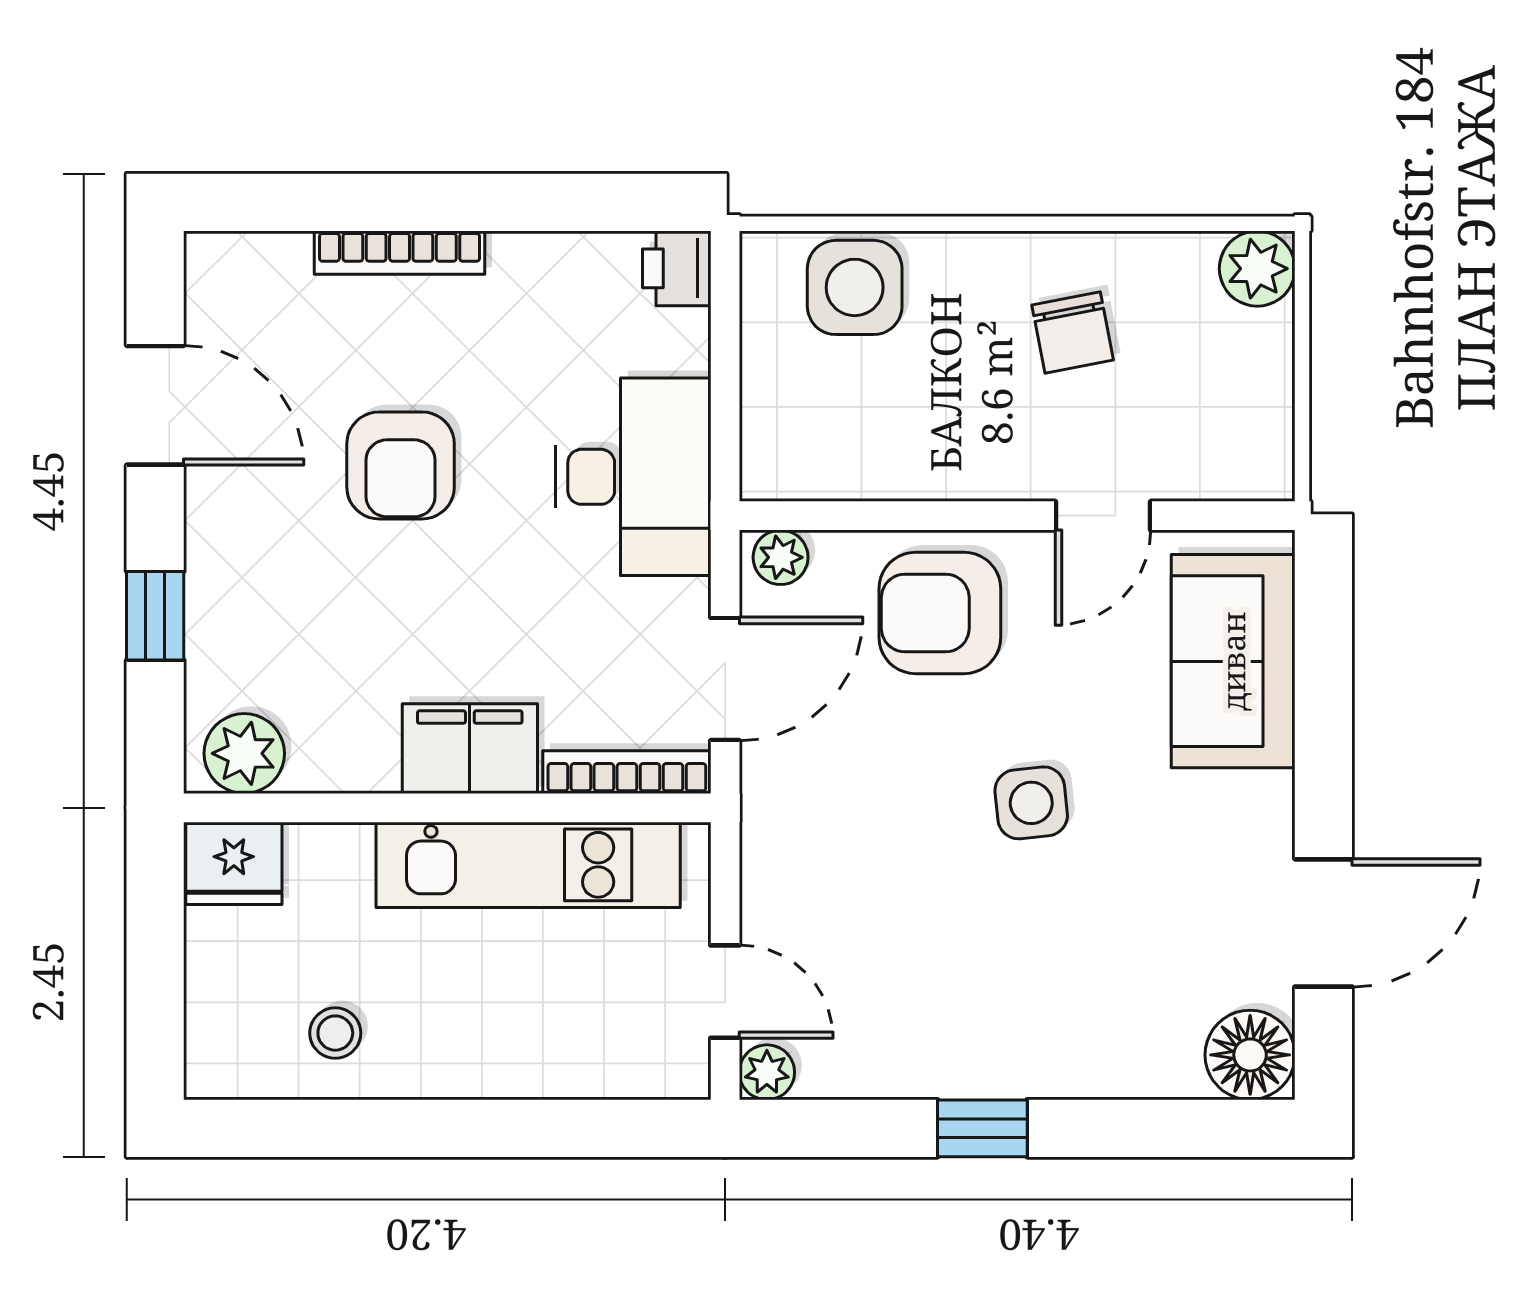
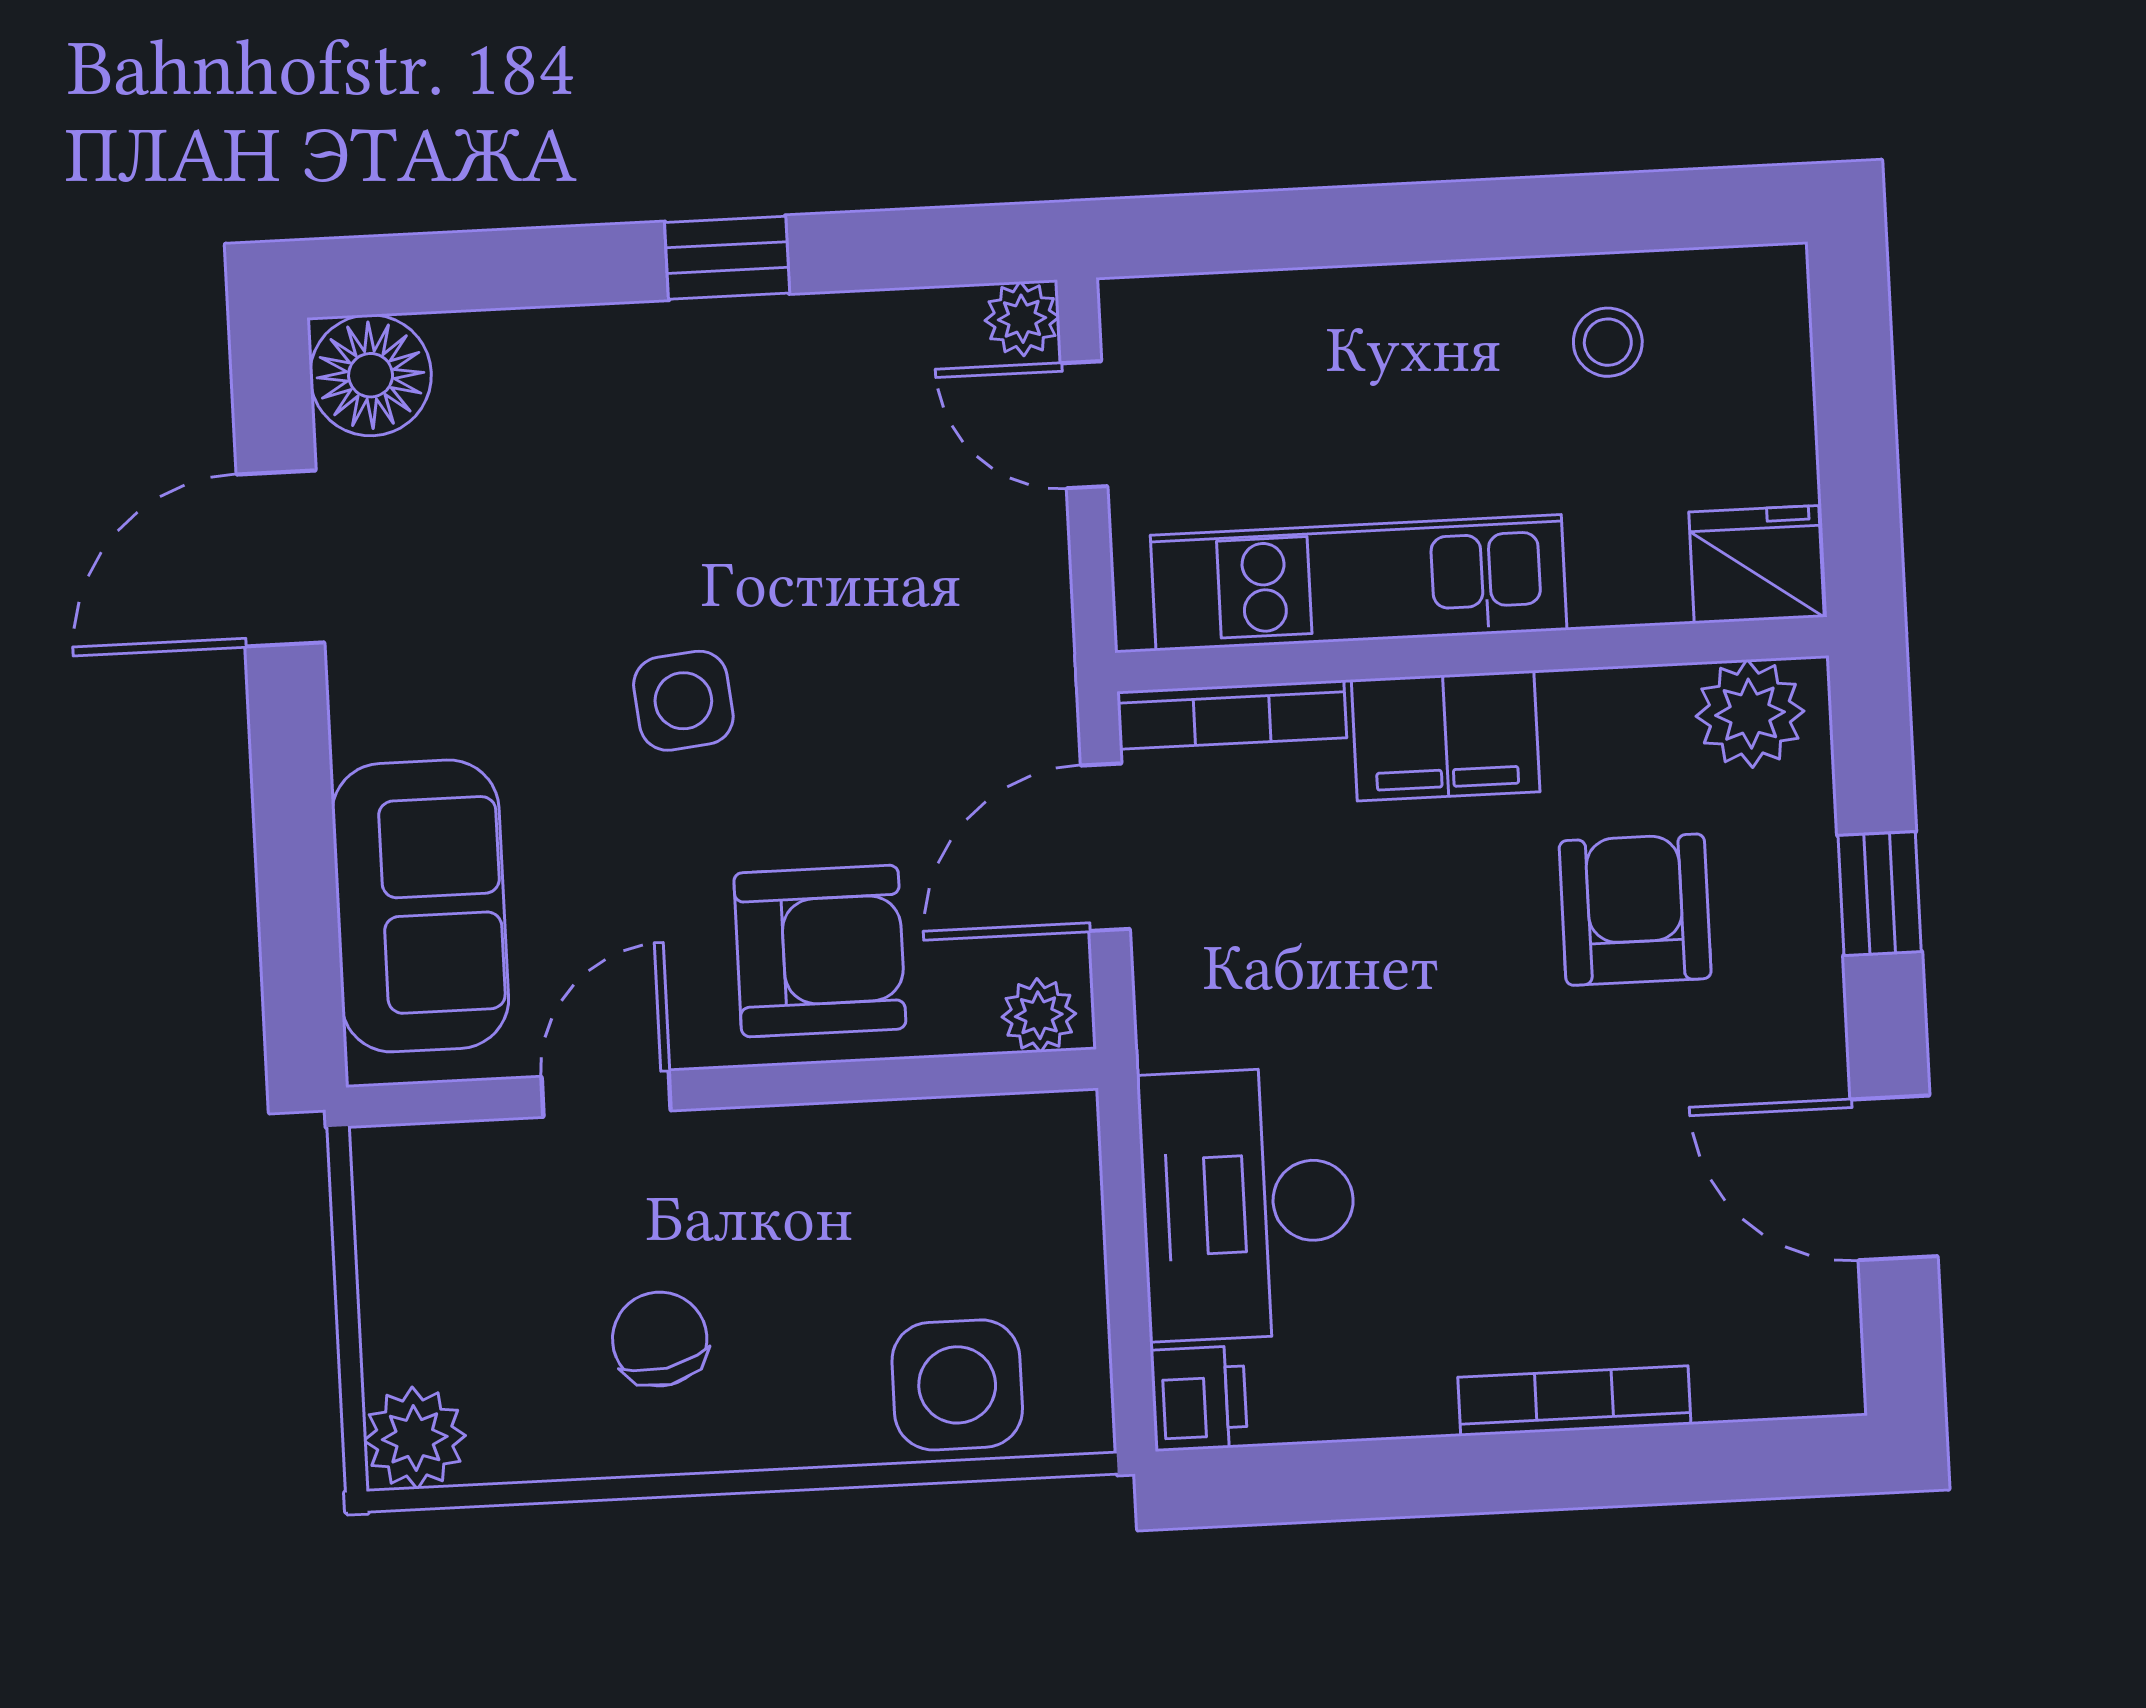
armchair: (401, 465) -> (1635, 910), moved
desk: (633, 477) -> (1248, 1204), moved

